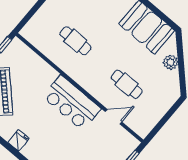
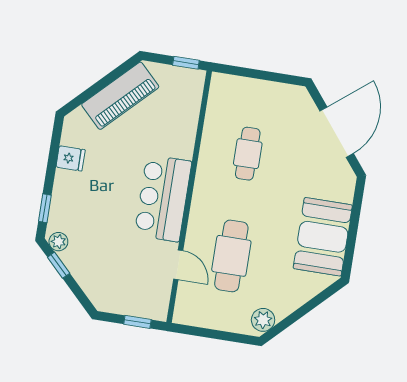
plant: (171, 62) -> (263, 320), moved
cafe table: (127, 84) -> (231, 256), width x1.37, depth x1.35

